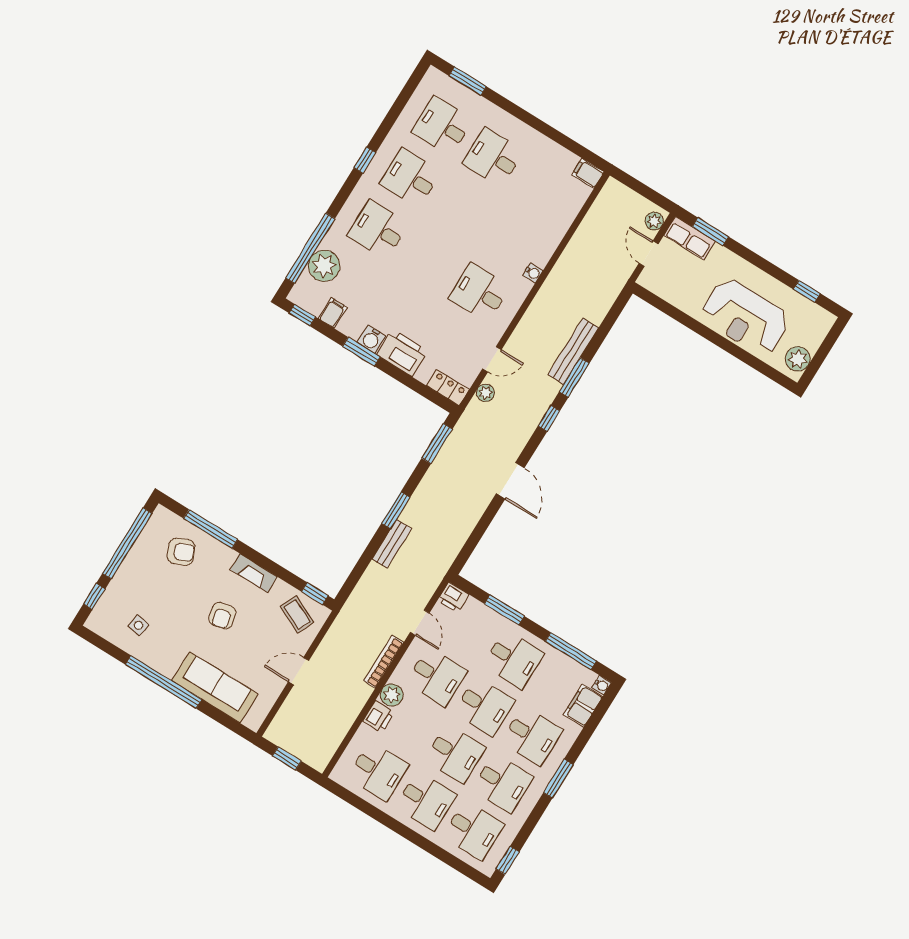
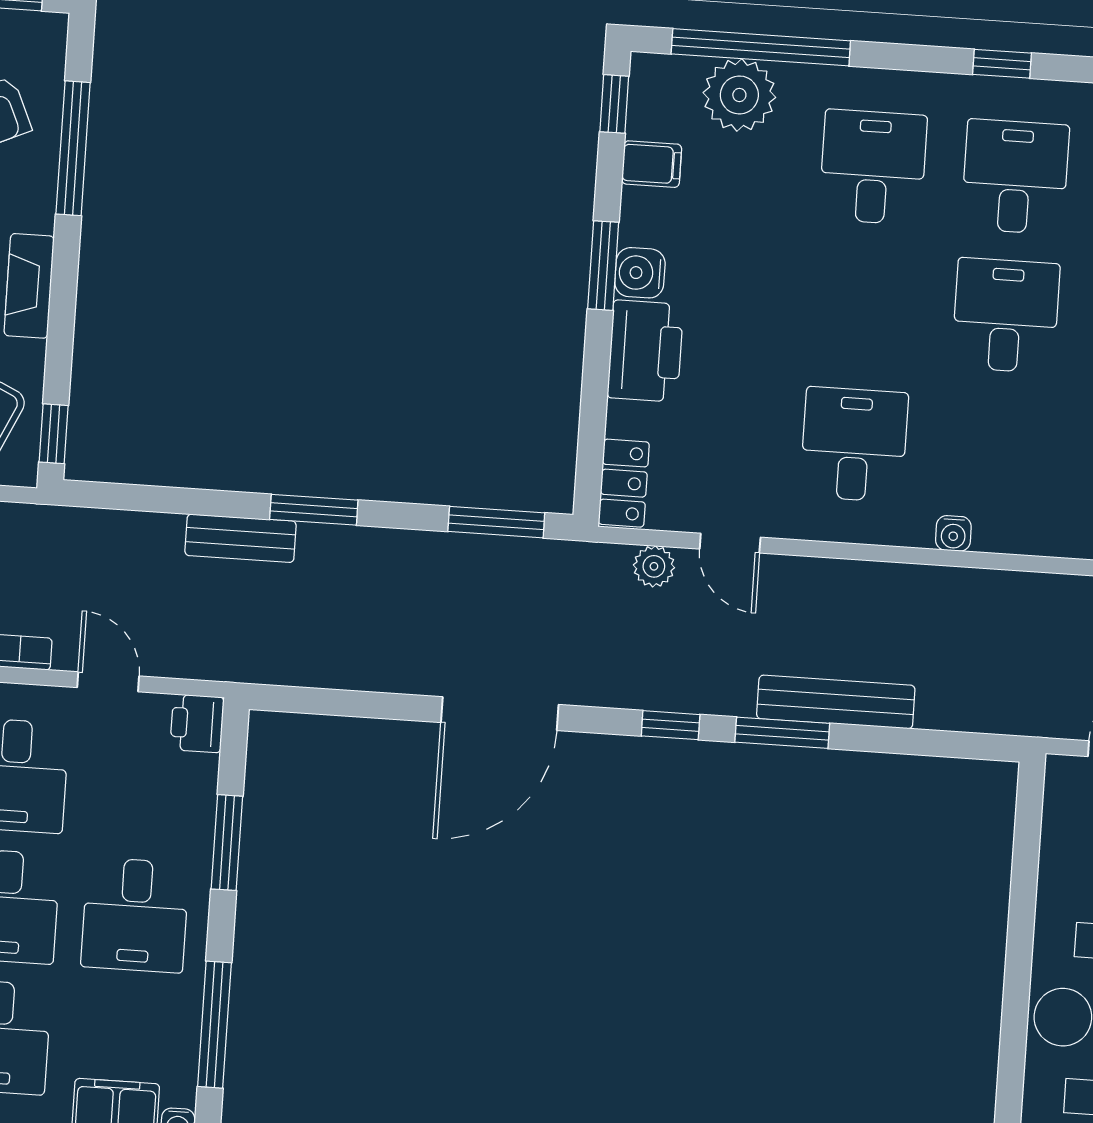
desk: (461, 209) -> (1006, 315), added
door: (510, 481) -> (500, 714), width x1.36
door: (420, 623) -> (108, 682), swing flipped

